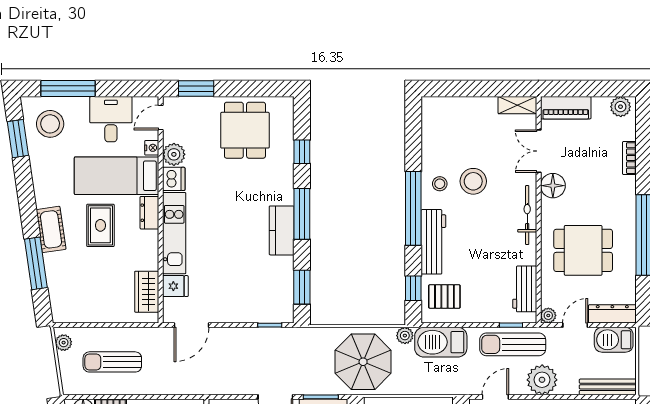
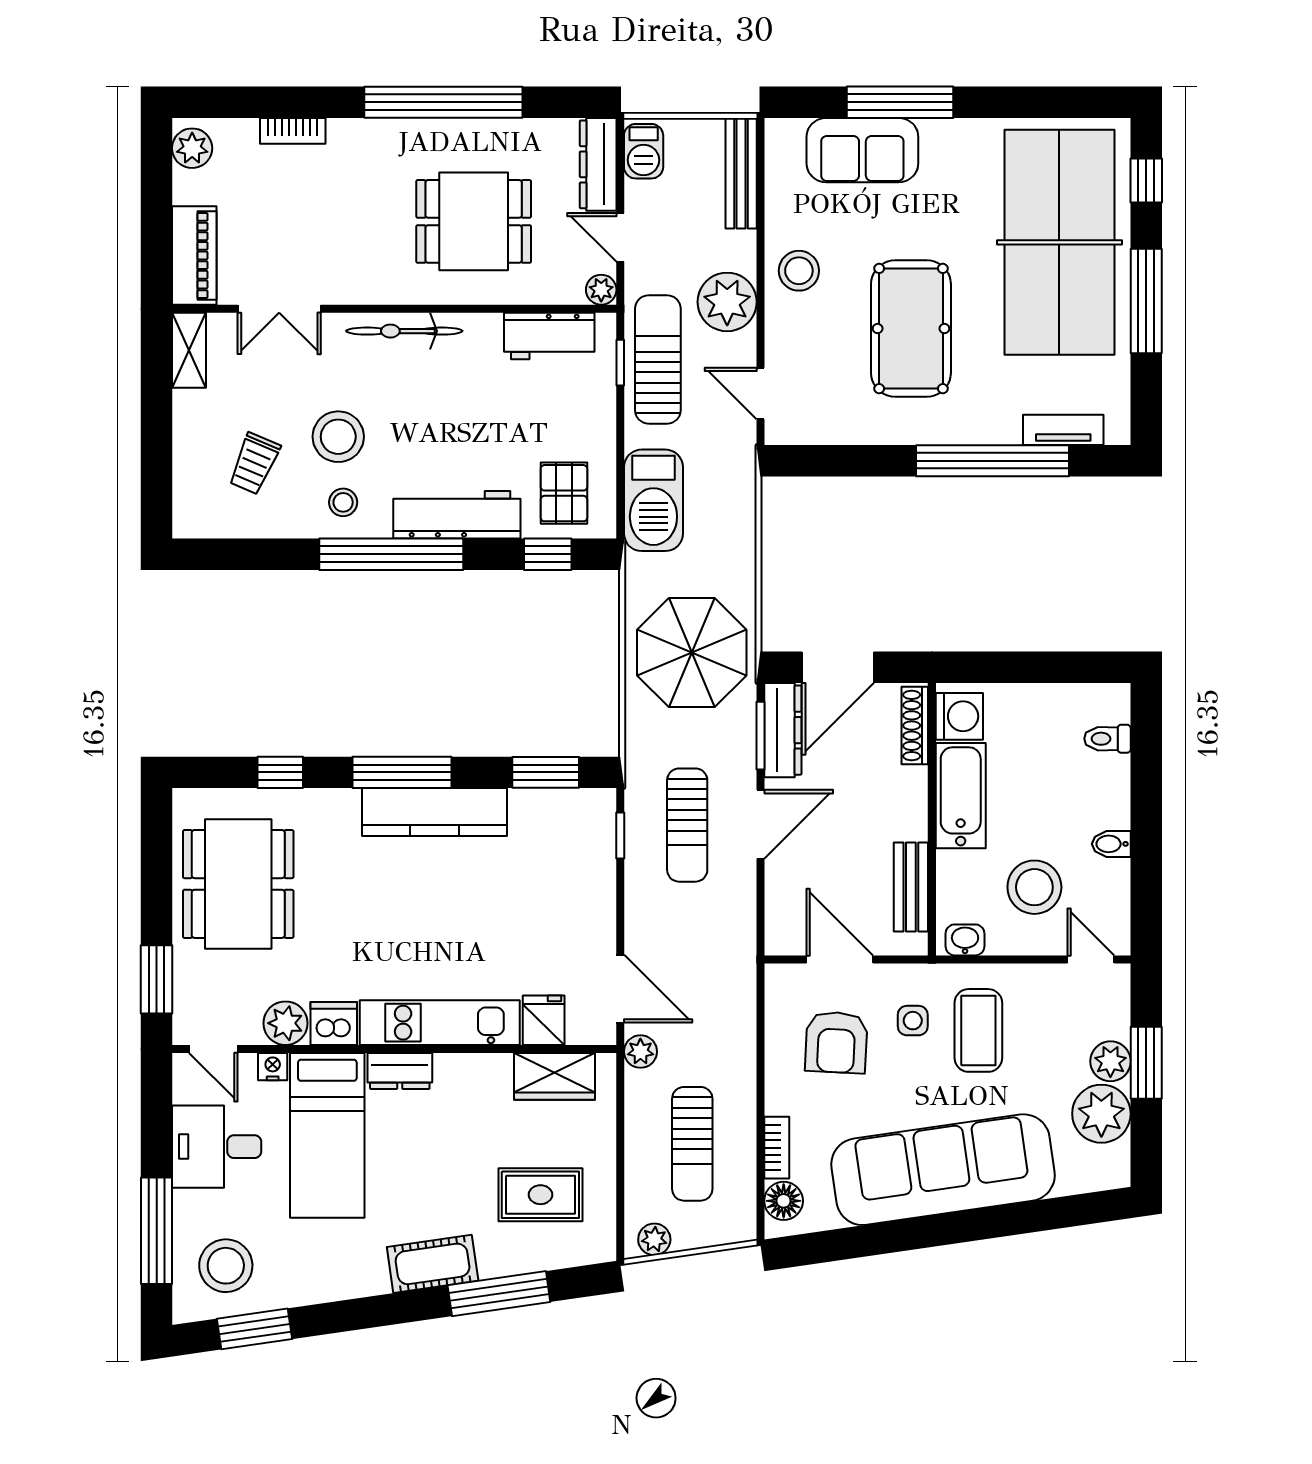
dining table: (245, 130) -> (238, 884), width x1.38
trolley: (460, 138) -> (254, 464), added
floor lamp: (553, 186) -> (347, 281), removed
rug: (100, 225) -> (540, 1195), moved
kitchen counter: (282, 230) -> (434, 812), width x1.50
dining table: (583, 250) -> (474, 221), turned 90
plant: (405, 336) -> (640, 1052), moved
barbecue: (614, 340) -> (644, 151), width x0.73, depth x0.79
sun lounger: (513, 344) -> (658, 359), turned 180
sun lounger: (275, 359) -> (687, 825), added

